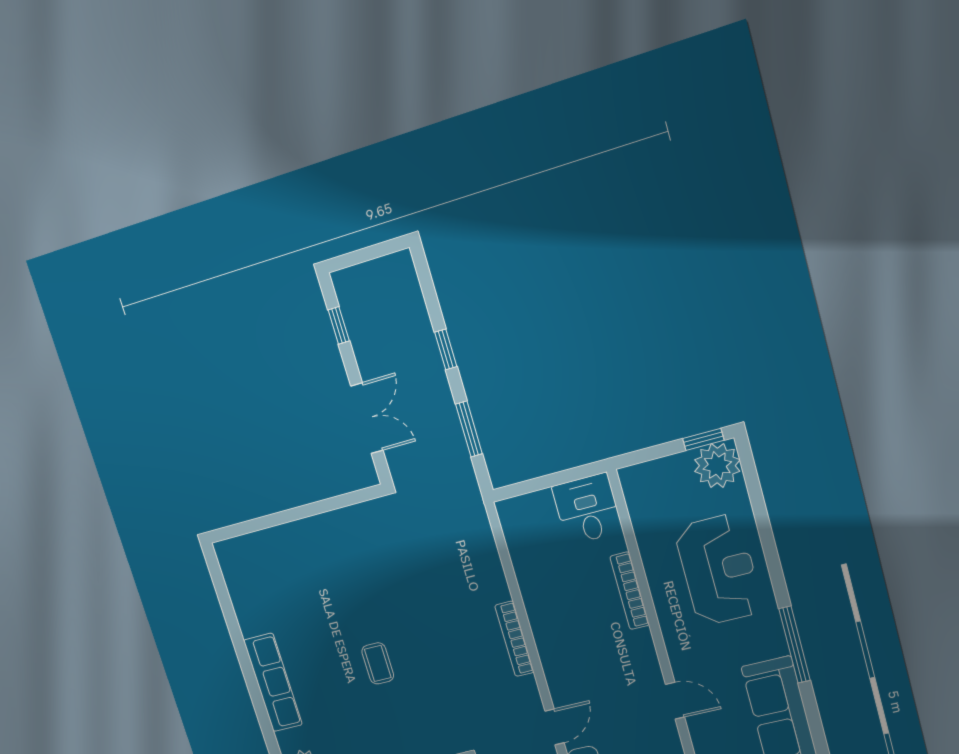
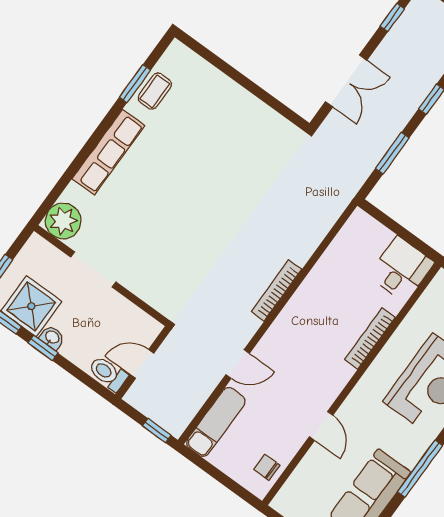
window: (228, 611) -> (135, 84), added
coffee table: (378, 663) -> (155, 91), moved

